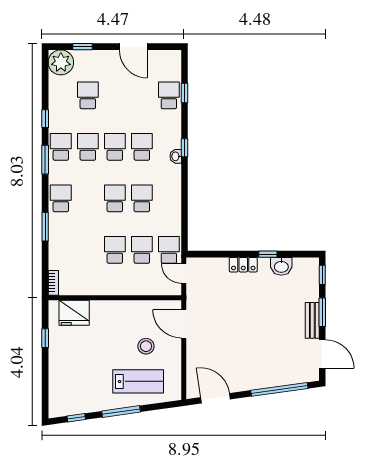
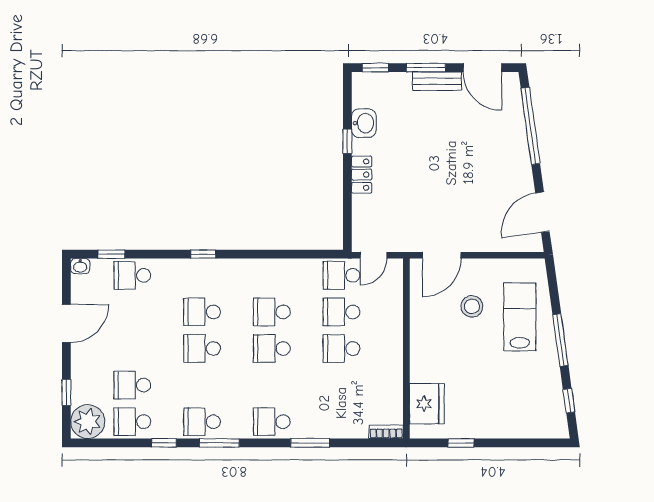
window: (185, 93) -> (111, 254), moved
school desk: (88, 147) -> (132, 422), moved
washbasin: (176, 156) -> (80, 266), moved
door: (322, 354) -> (482, 68), swing flipped

